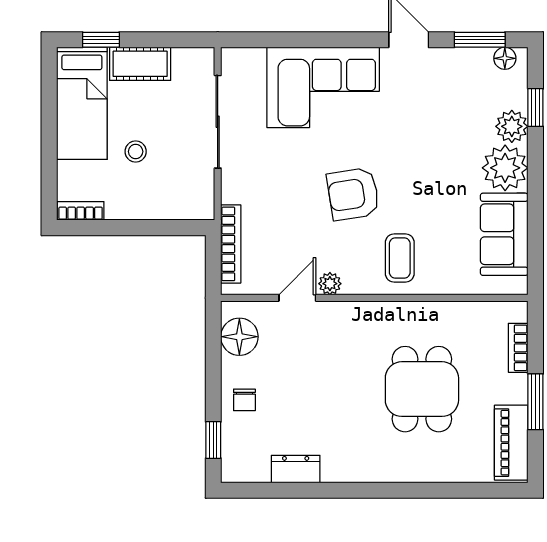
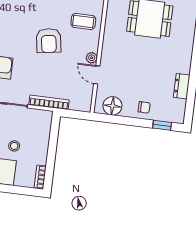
bookcase: (231, 244) -> (49, 102), moved

